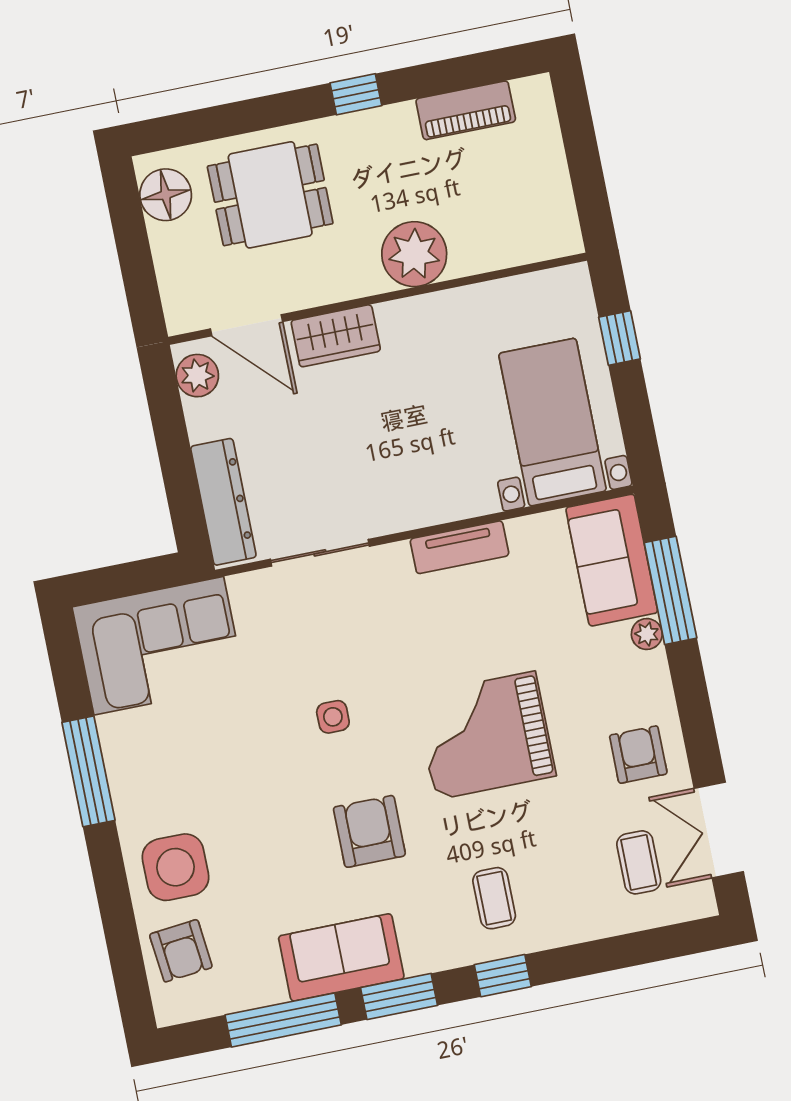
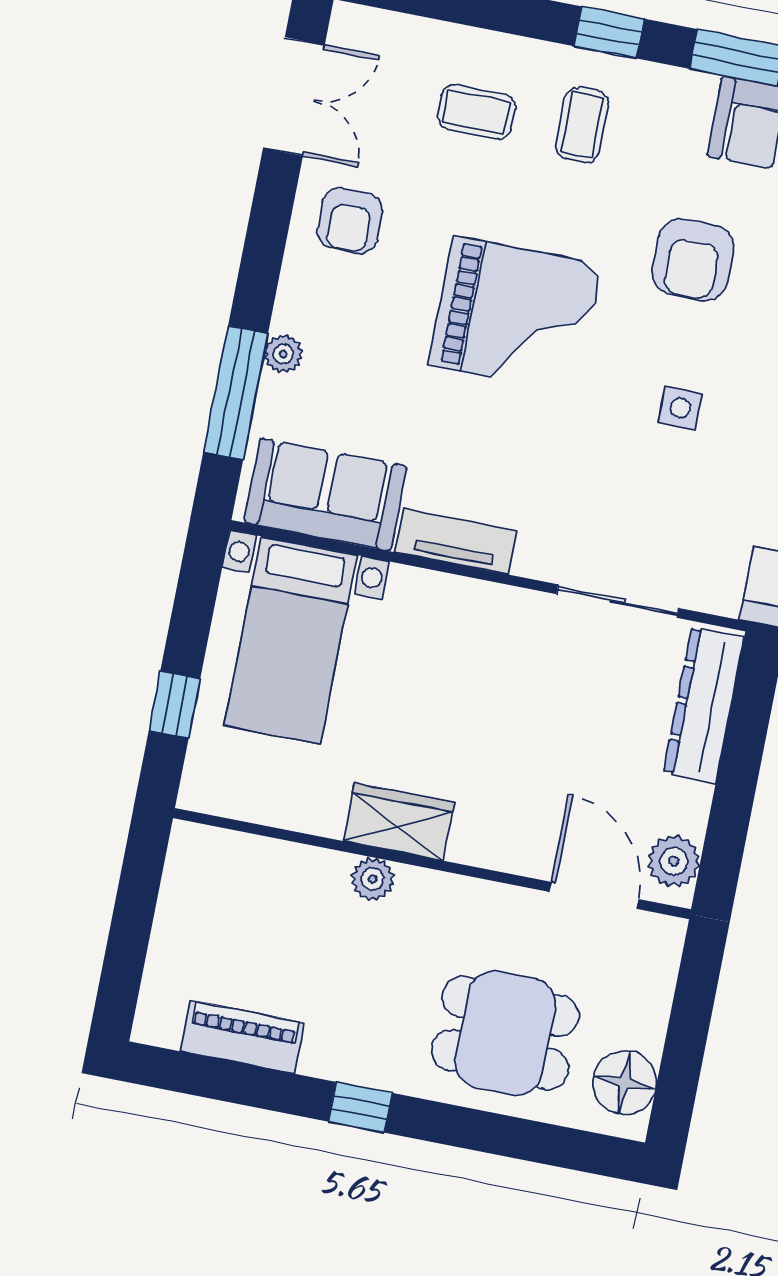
plant: (414, 254) -> (373, 879), width x0.53, depth x0.53
wardrobe: (336, 336) -> (399, 822), moved
sofa: (612, 560) -> (325, 494), moved, turned -90
coffee table: (639, 862) -> (476, 112), moved, turned 90

